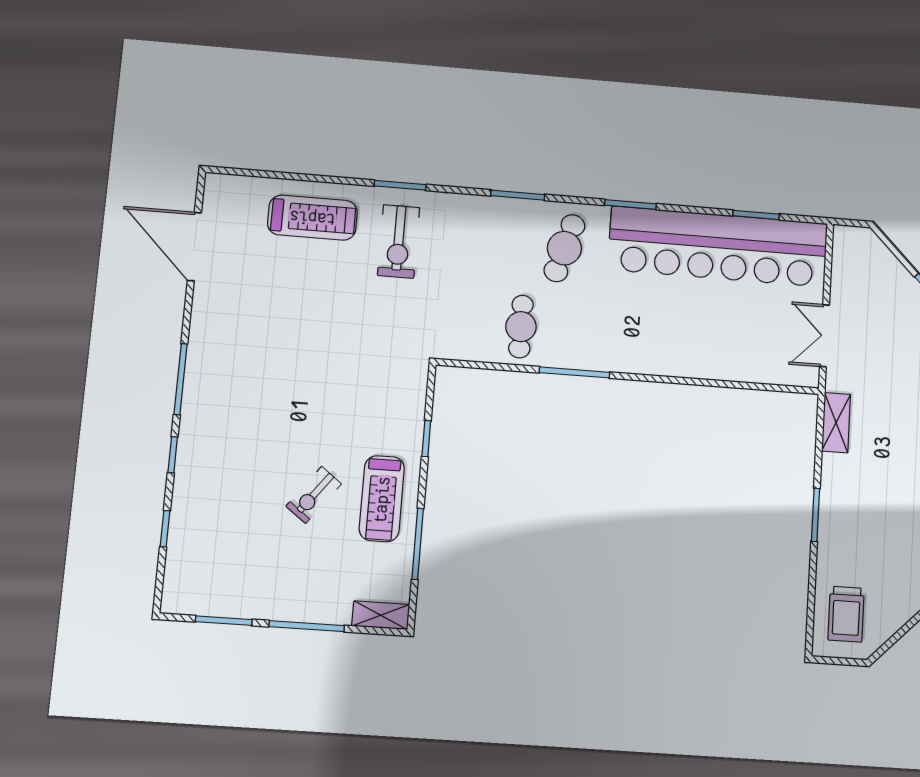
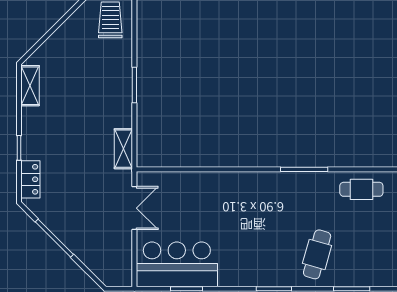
bar counter: (718, 246) -> (177, 264), width x0.54
cafe table: (521, 327) -> (361, 189), moved, turned 90

